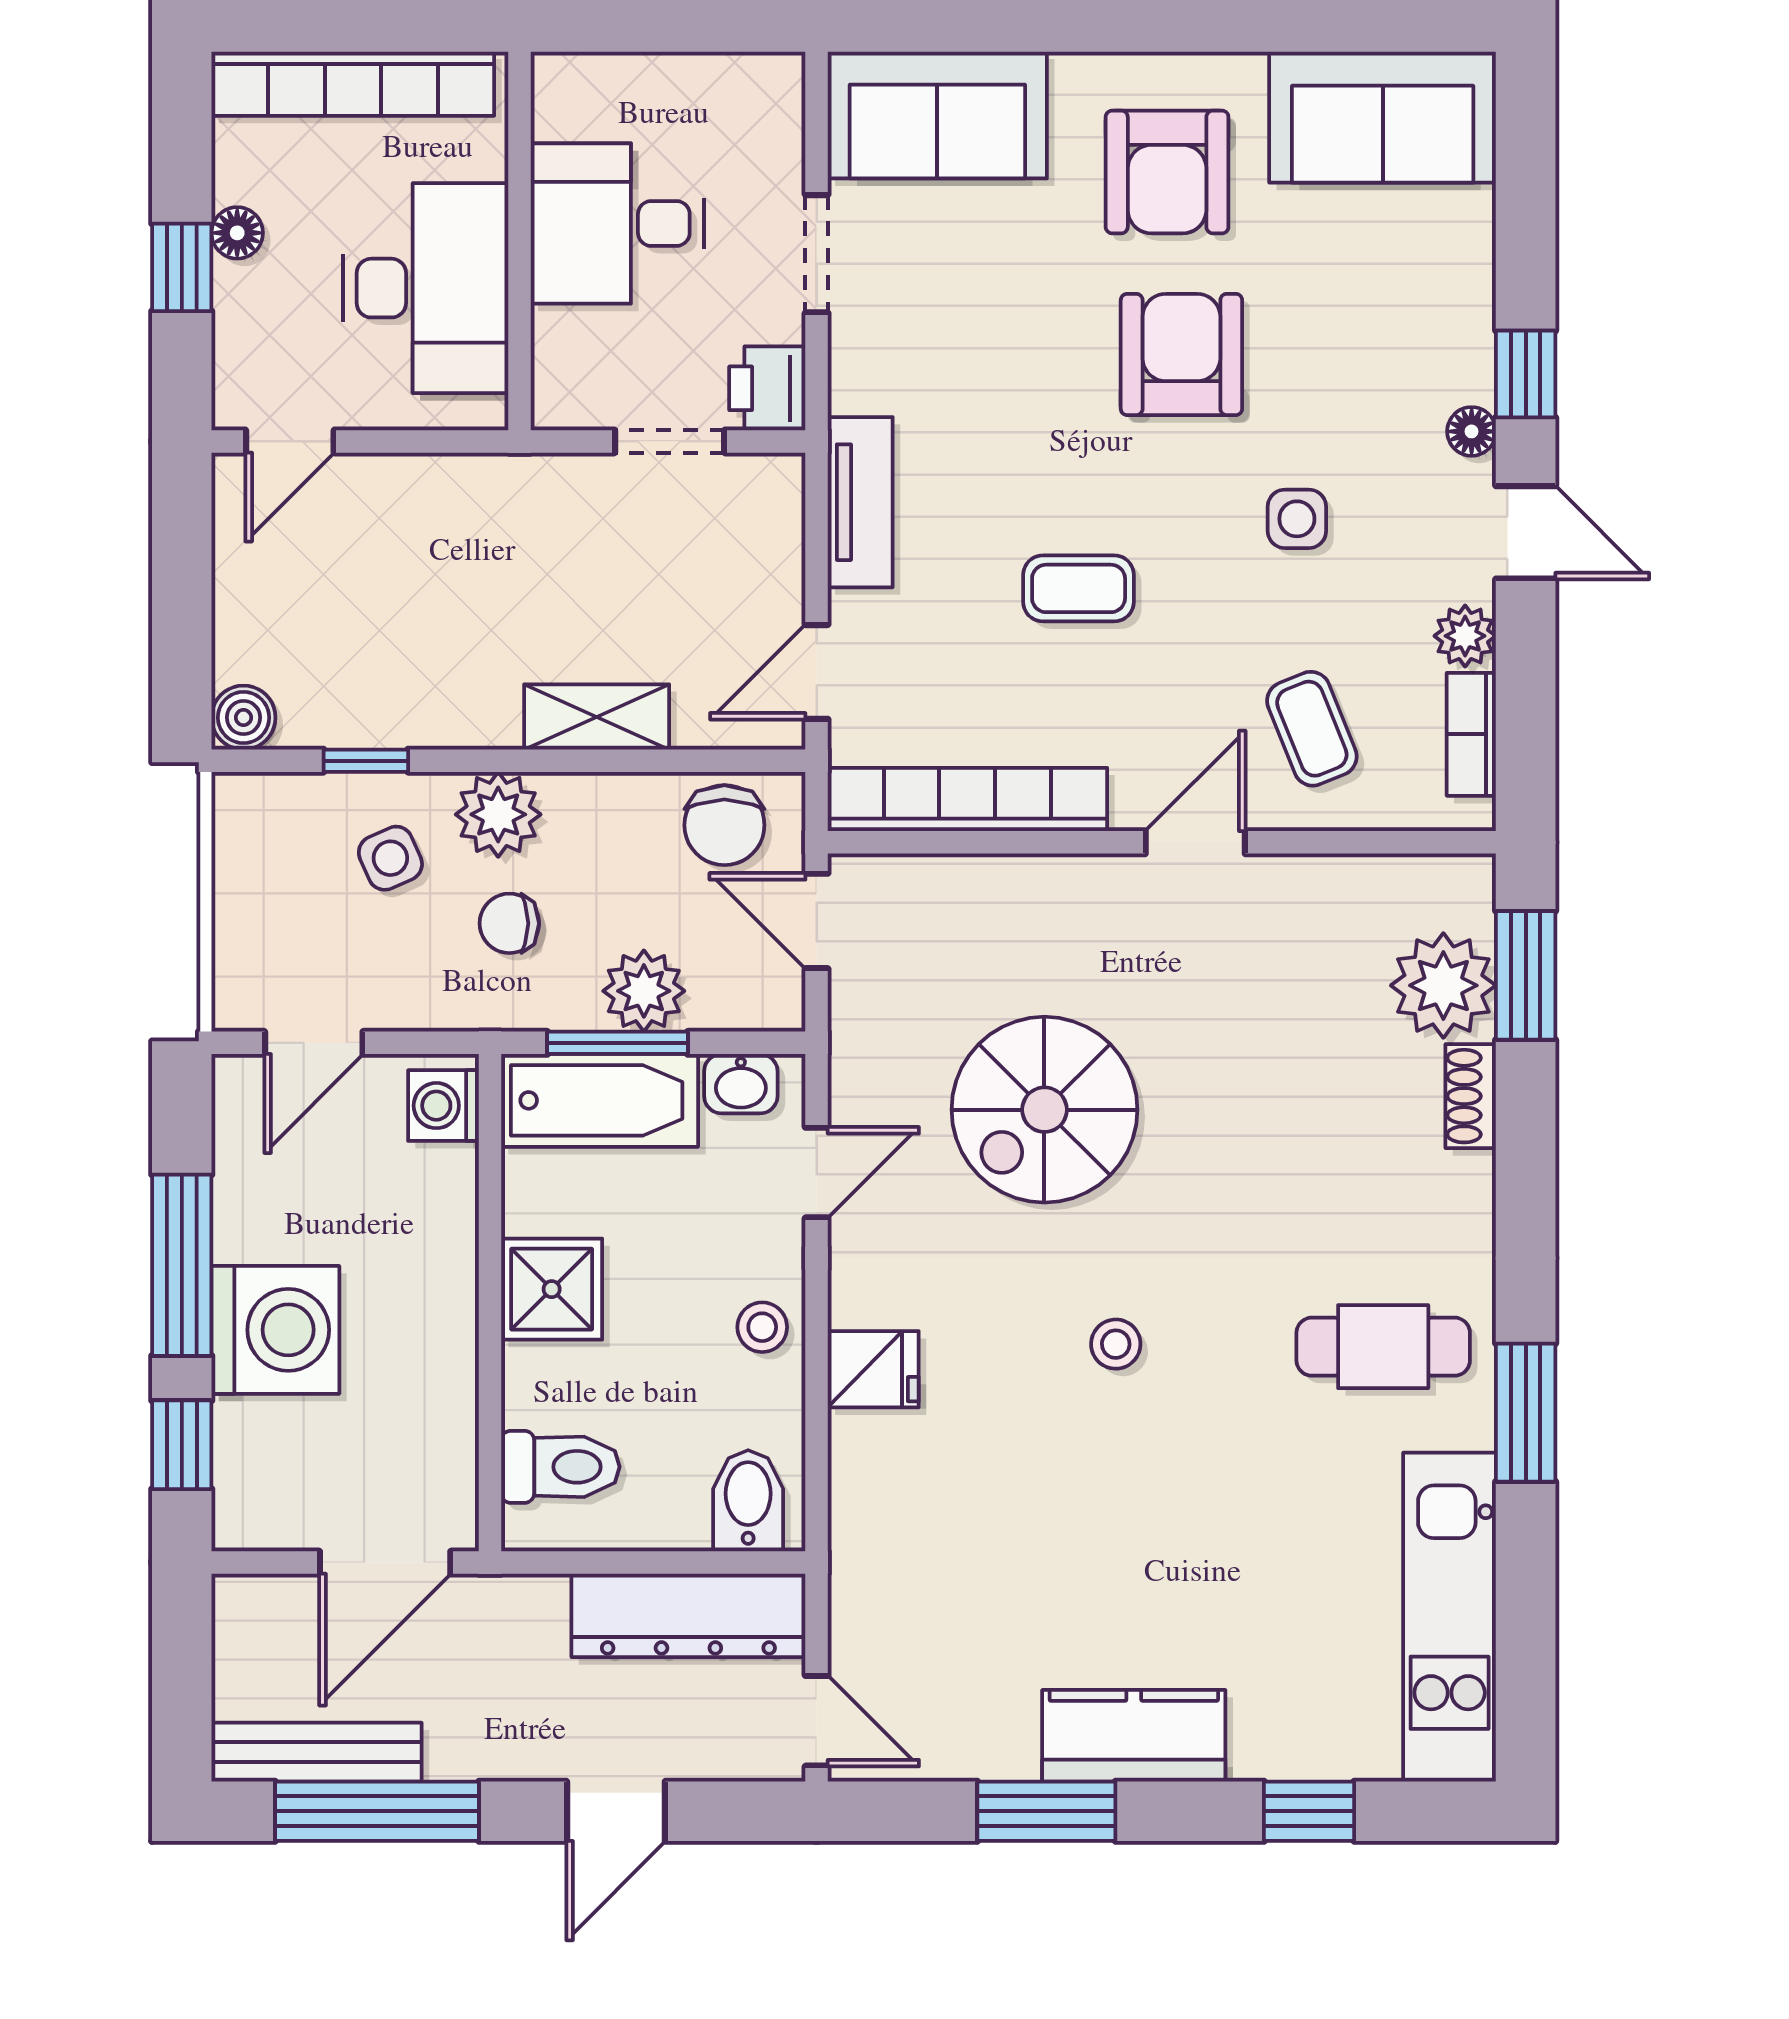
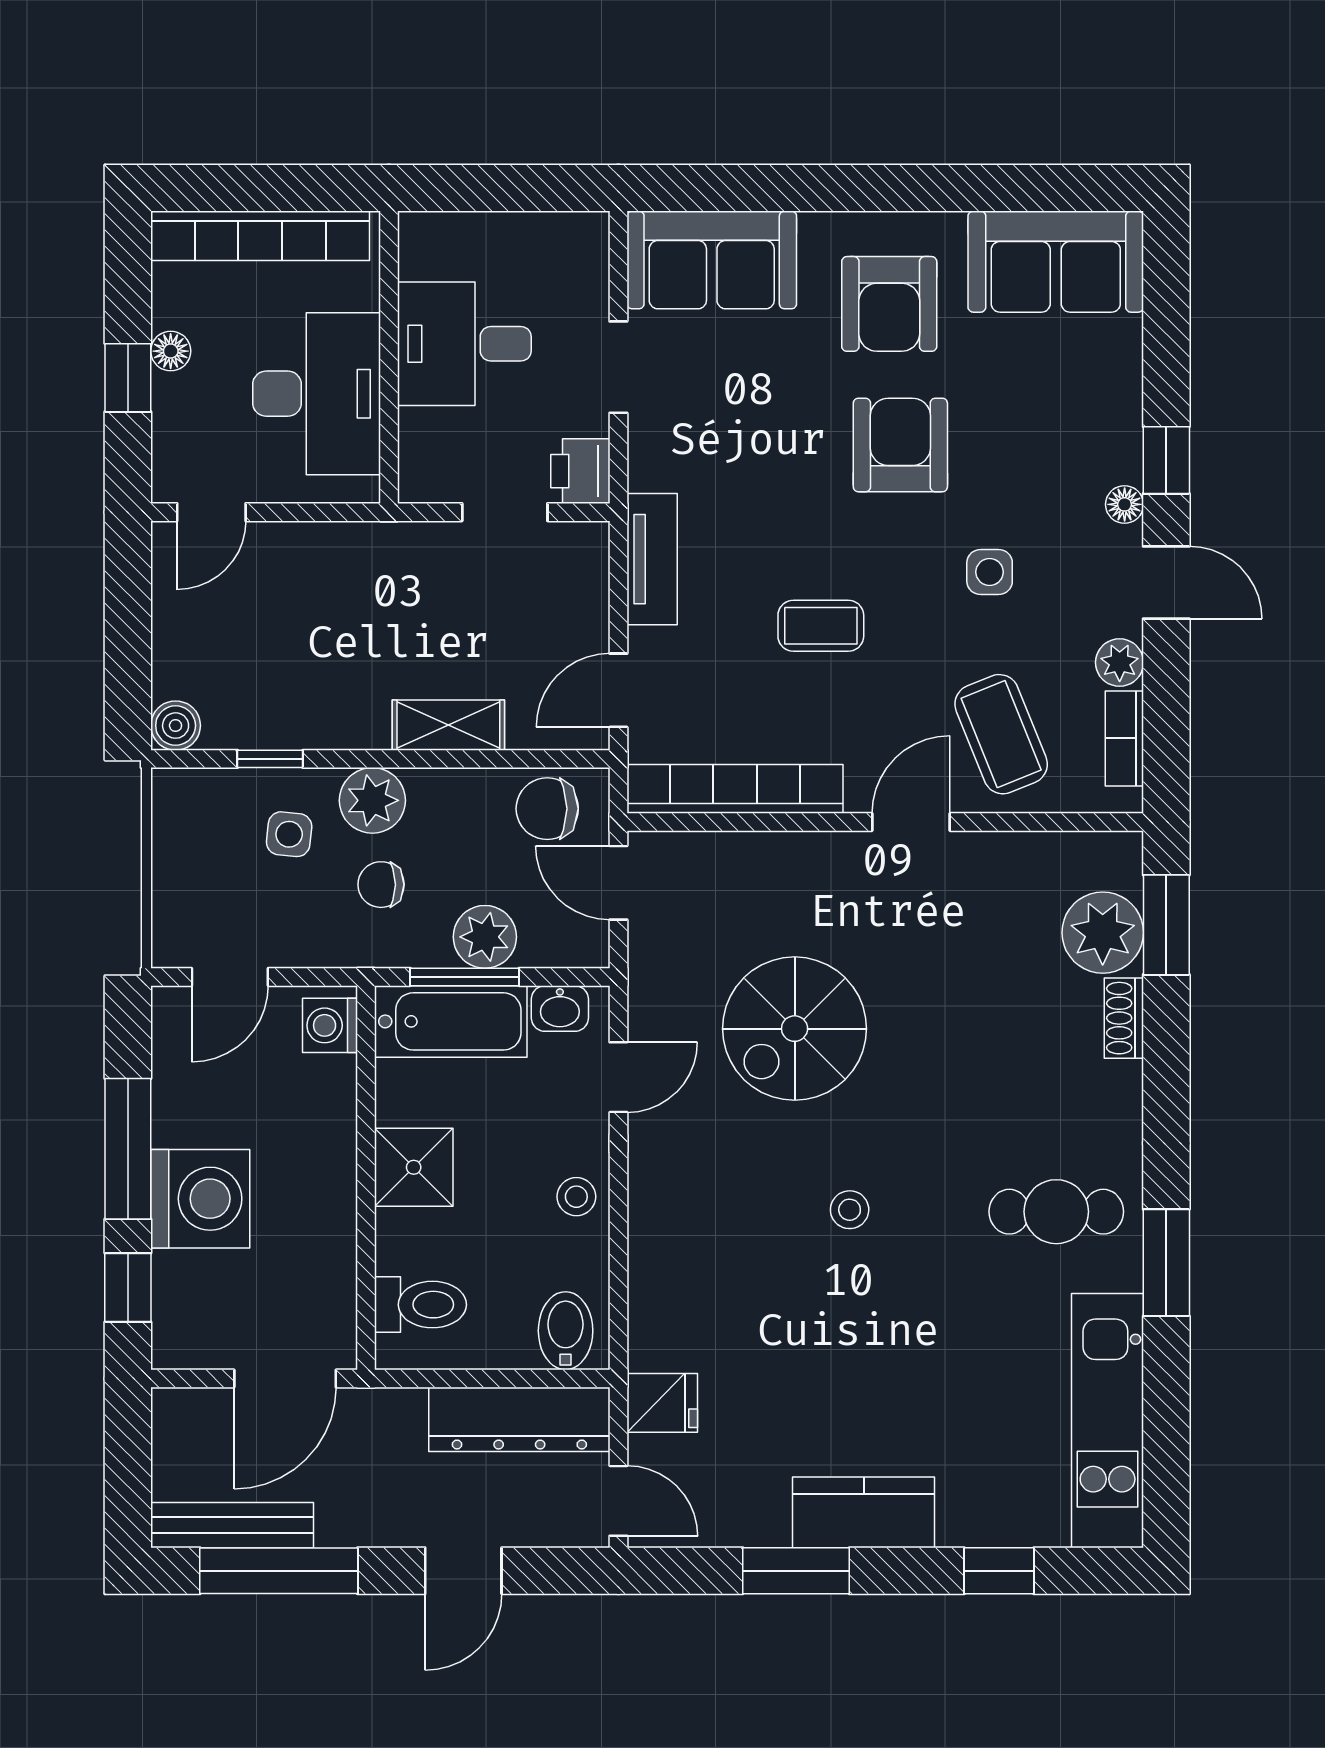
coffee table: (1312, 729) -> (1001, 734), width x1.36, depth x1.30
chair: (724, 825) -> (547, 809), turned 90
side table: (390, 858) -> (289, 834), turned 30
fridge: (873, 1369) -> (662, 1403), moved

